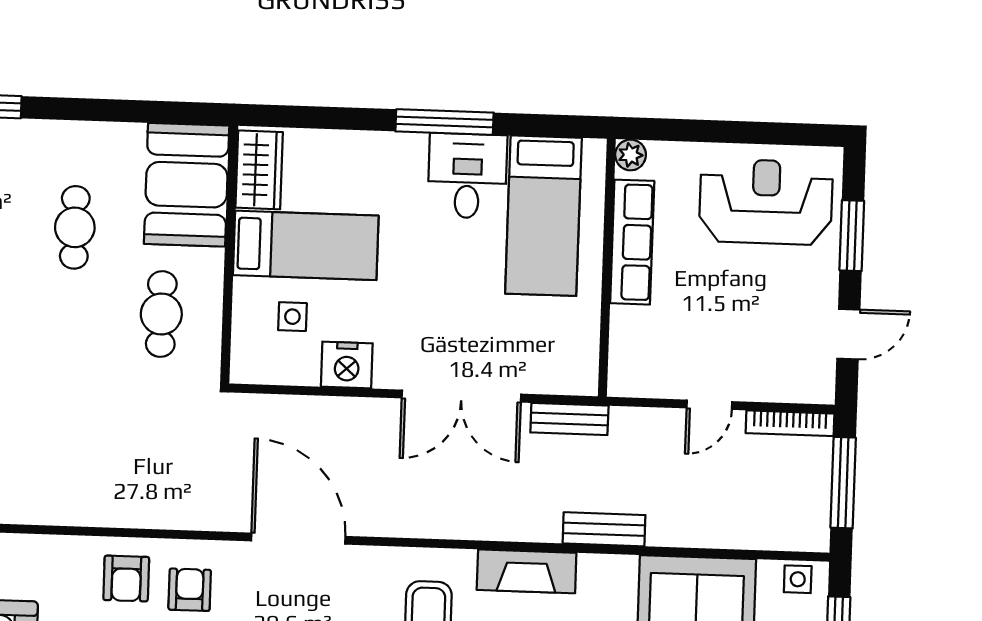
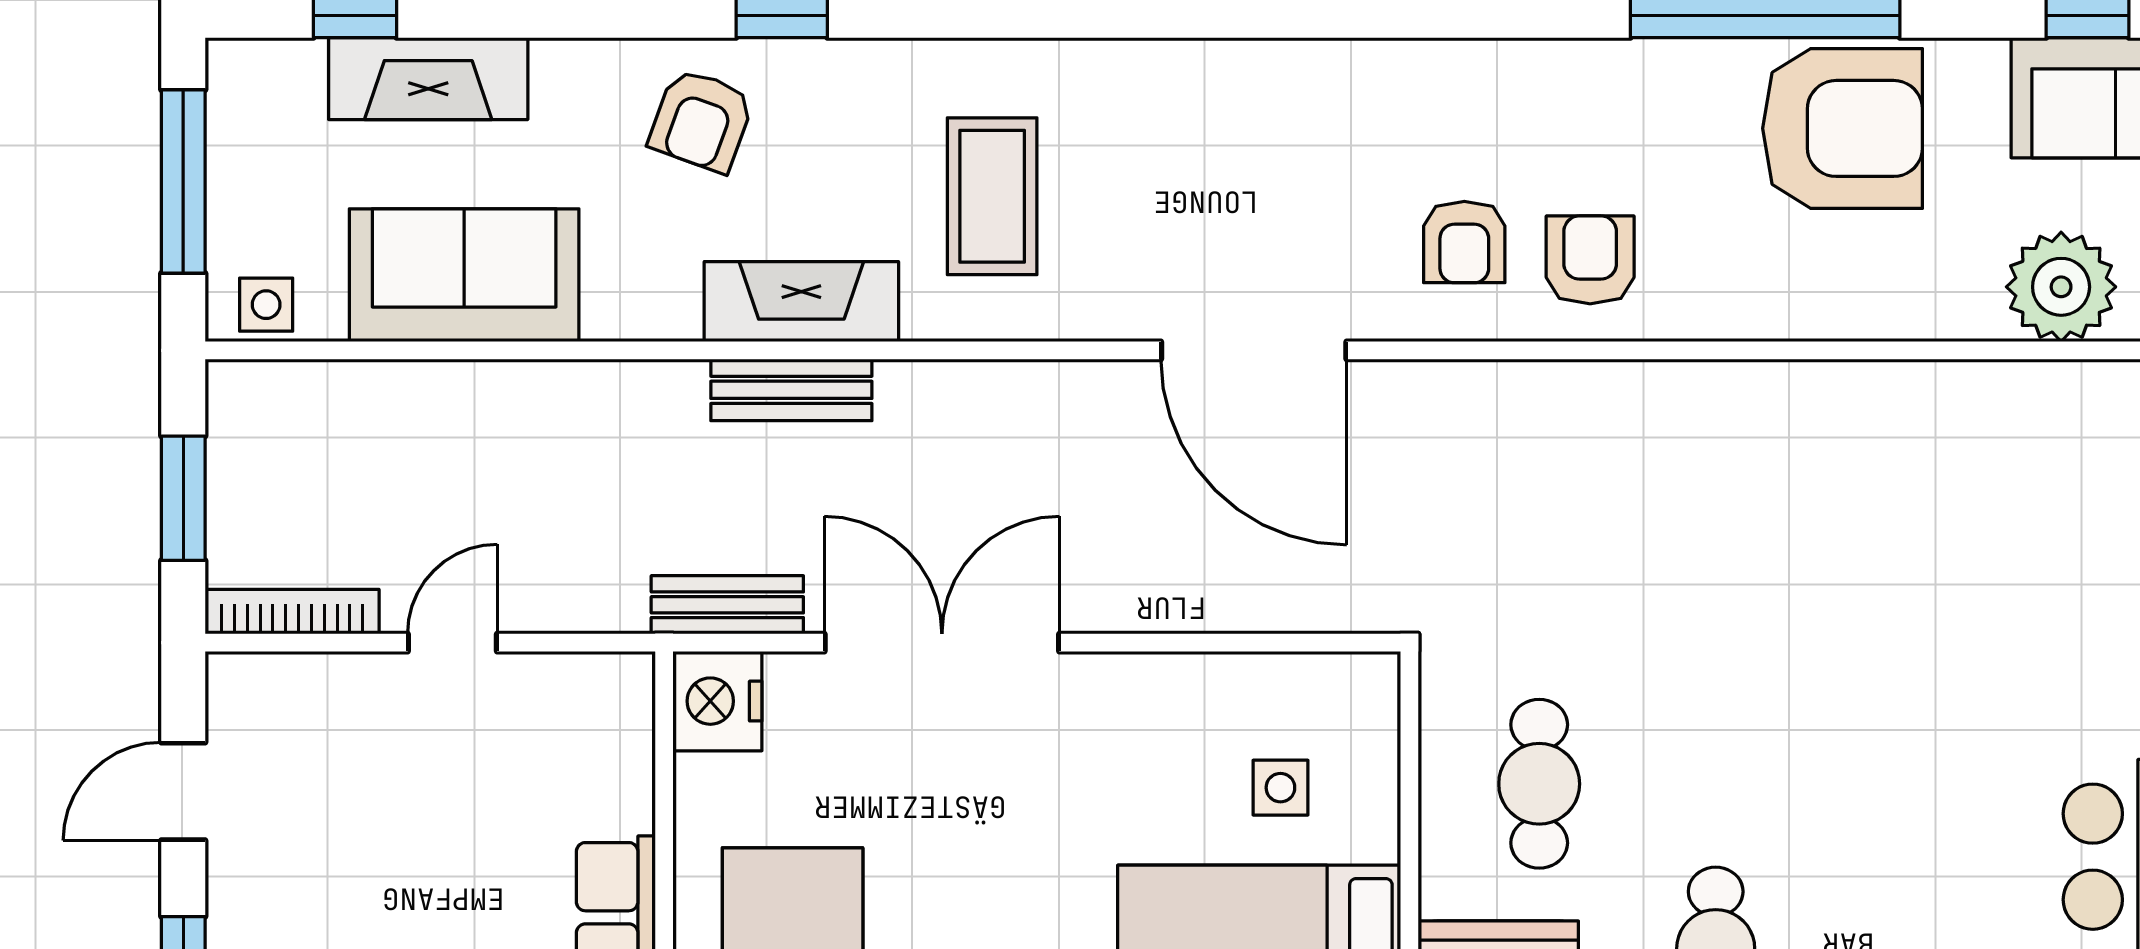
nightstand: (347, 365) -> (717, 701), moved, turned -90
window: (843, 483) -> (183, 498), width x0.69
bench: (604, 529) -> (791, 390), moved

